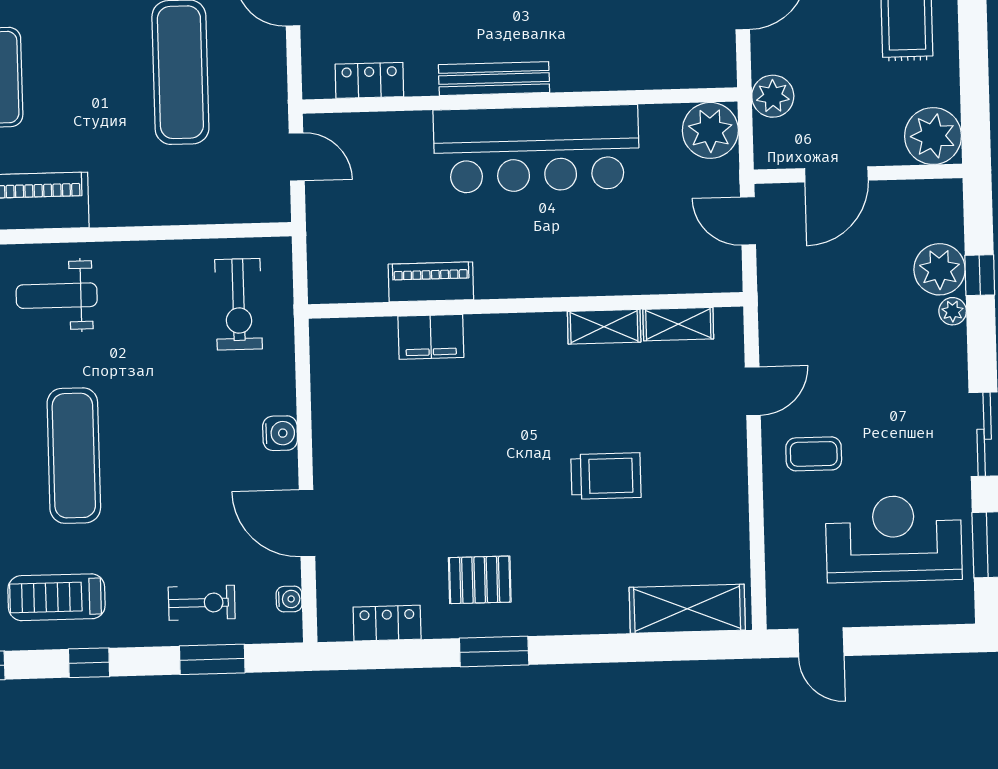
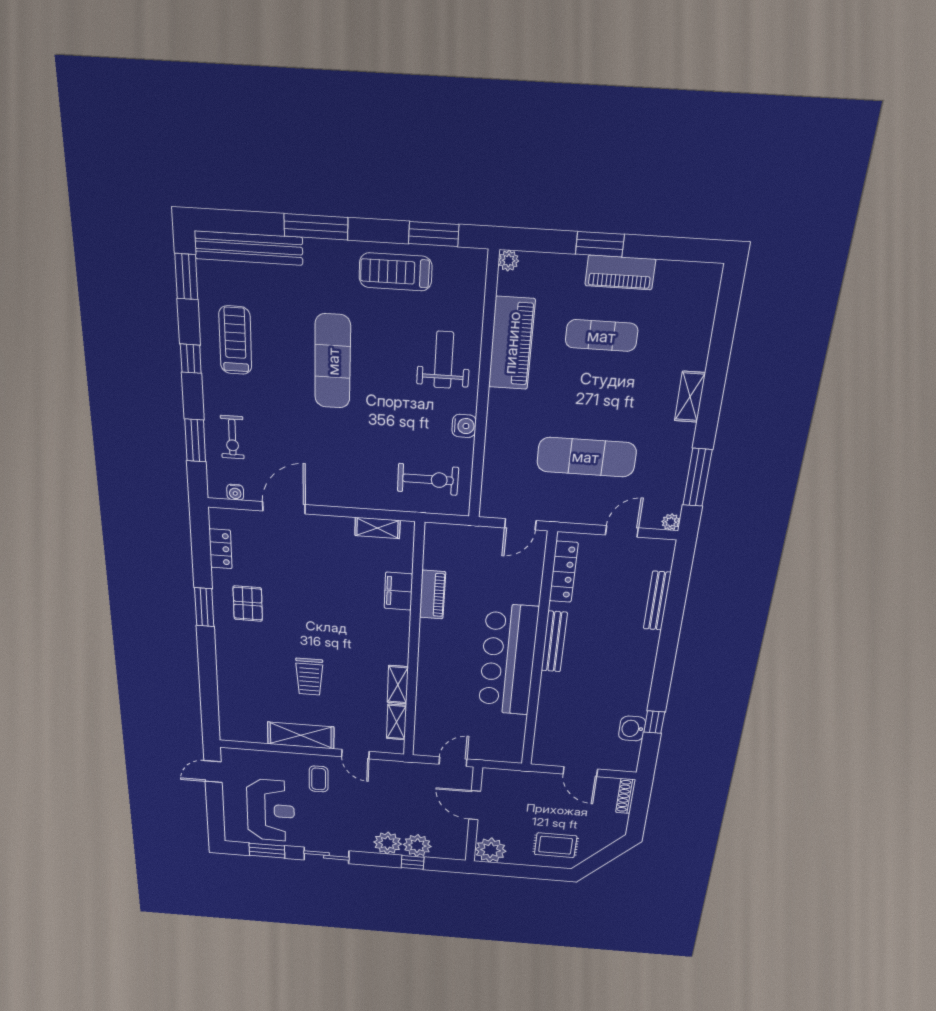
locker: (369, 80) -> (564, 572), width x1.53
plant: (773, 96) -> (523, 780), removed
plant: (710, 130) -> (507, 749), removed
exercise bike: (239, 304) -> (428, 479), turned 180
plant: (953, 311) -> (388, 843), width x1.88, depth x1.88
shelving: (326, 376) -> (377, 528), added
water cooler: (280, 433) -> (464, 426), moved, turned -90
exercise mat: (74, 456) -> (333, 361), turned 90
shelving: (687, 609) -> (301, 735), moved, turned 90

